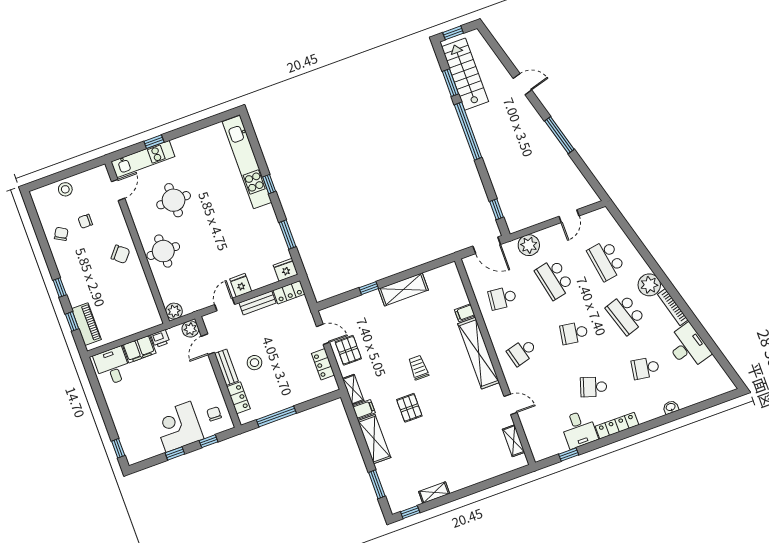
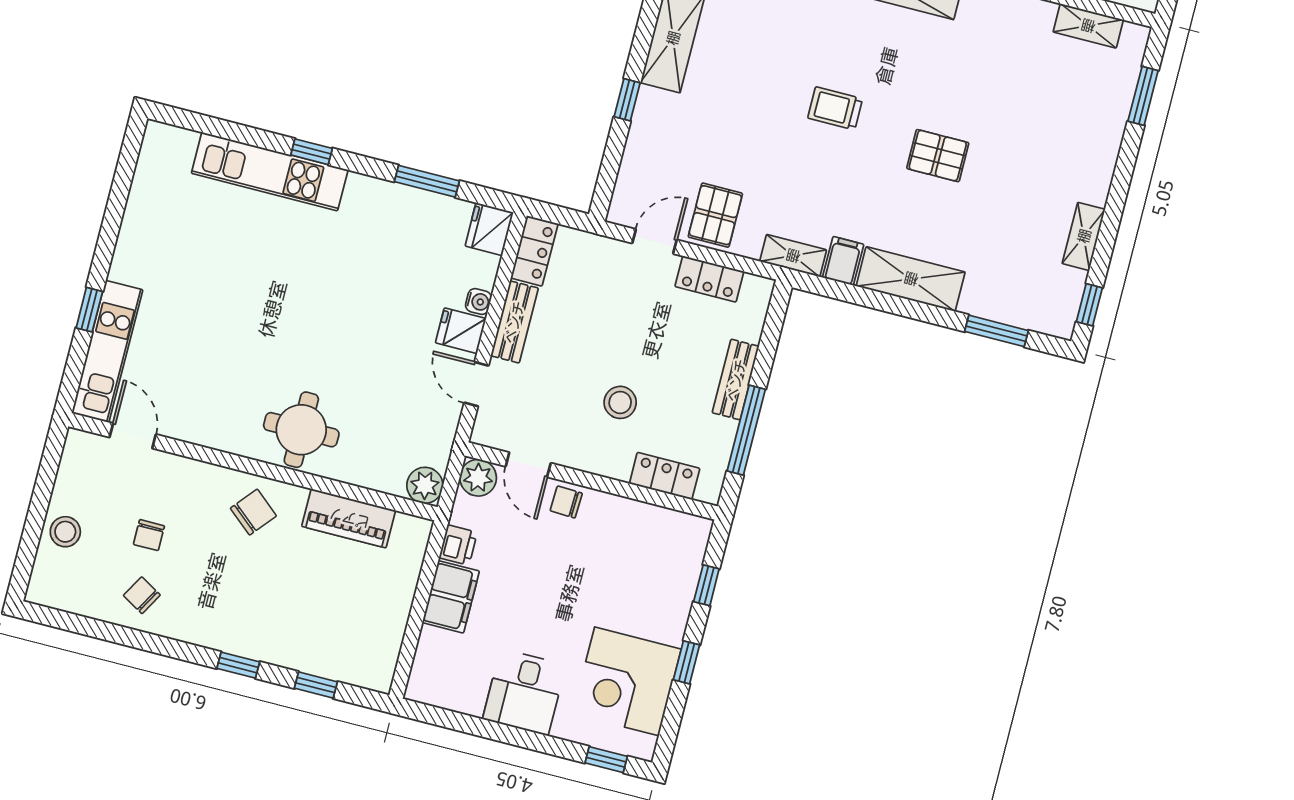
kitchen unit: (247, 162) -> (270, 172), width x0.73
round table: (174, 200) -> (221, 347), removed
water cooler: (256, 284) -> (478, 301), added
piano: (86, 324) -> (349, 518), moved, turned 180
pallet: (348, 350) -> (715, 215), turned 90
desk: (112, 366) -> (524, 692), moved, turned -90
bench: (226, 367) -> (736, 380), moved, turned 90
pallet: (409, 408) -> (938, 156), moved
chair: (214, 414) -> (566, 502), moved
corner desk: (178, 427) -> (627, 681), moved
window: (501, 479) -> (1143, 96), added

